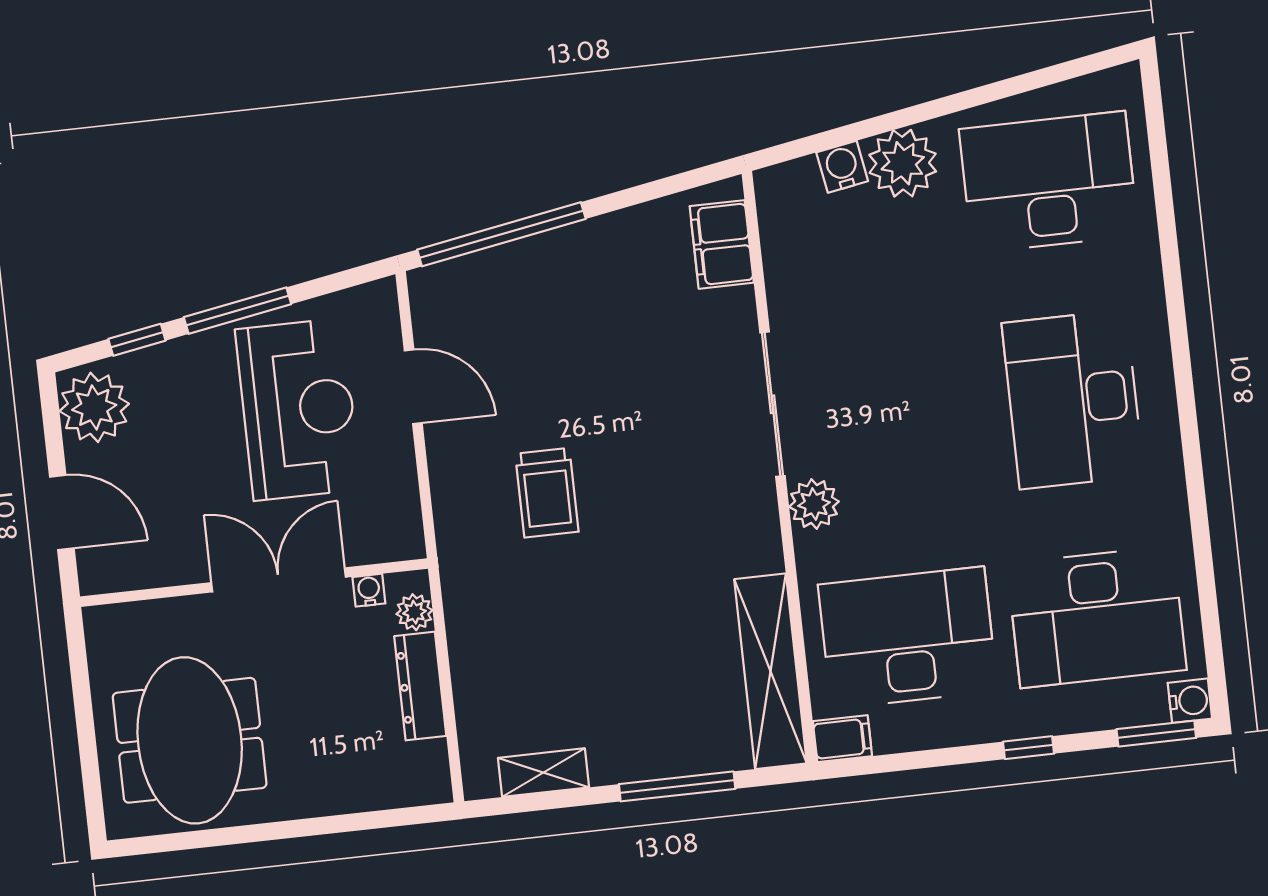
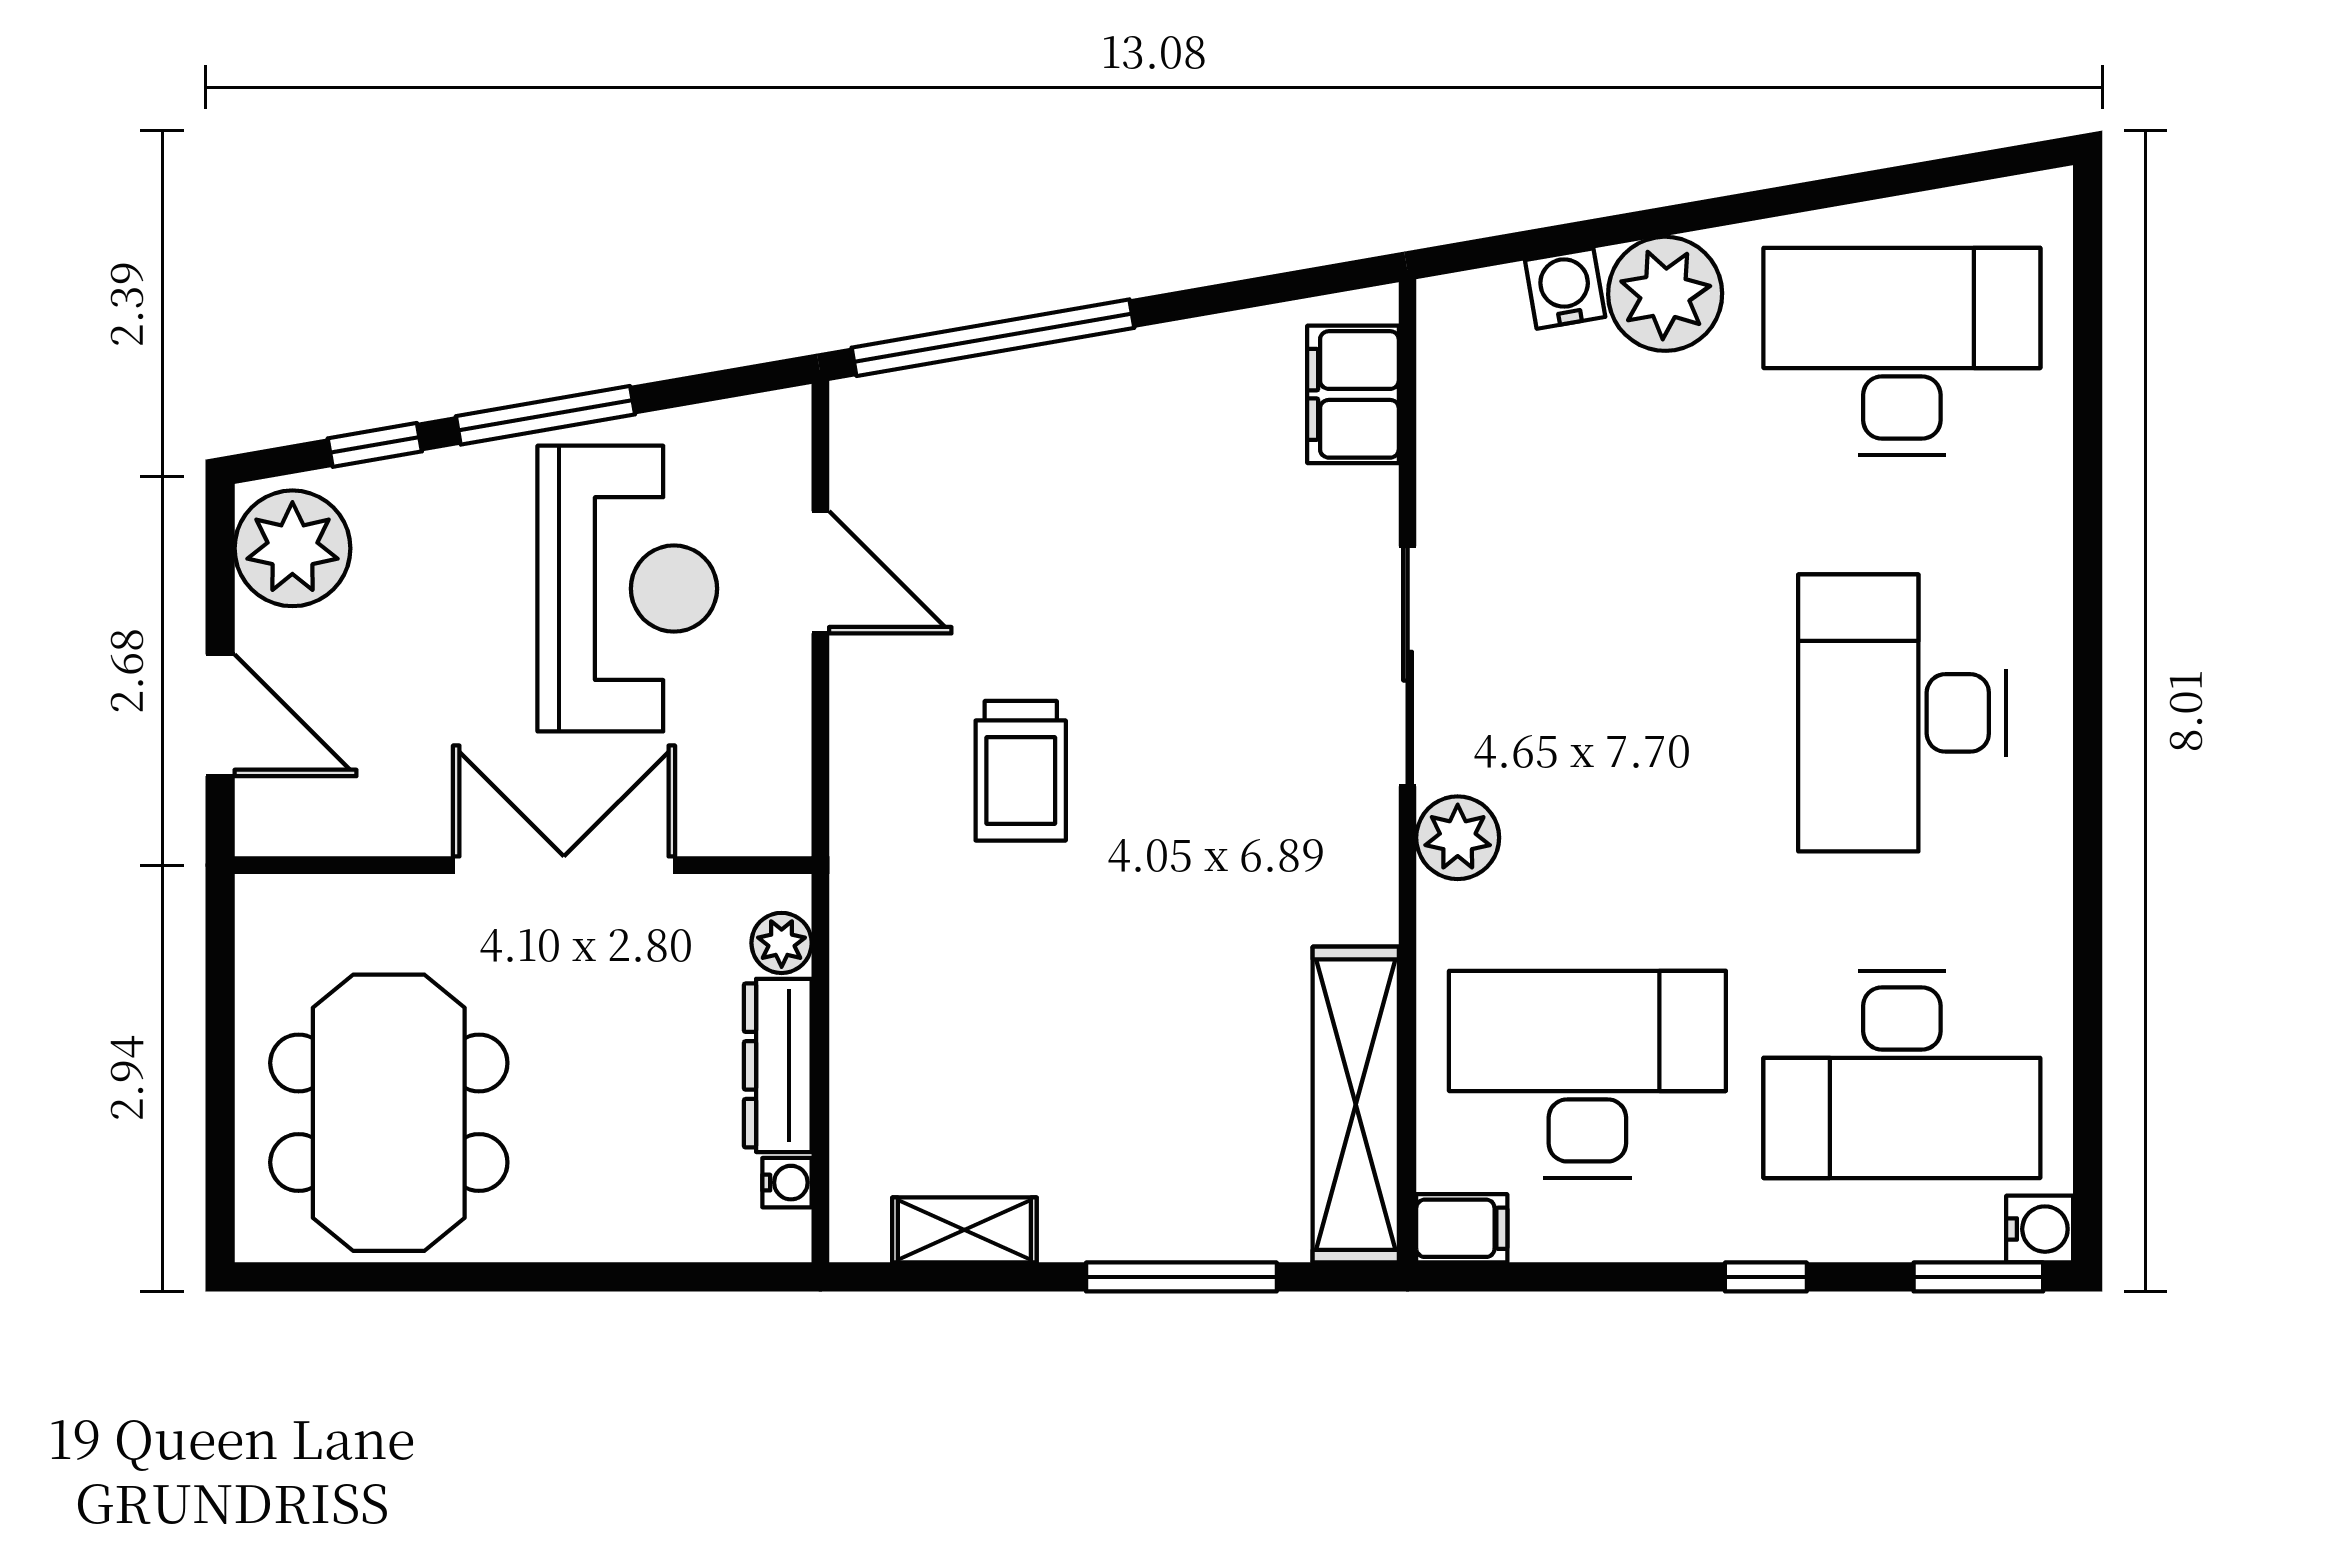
water cooler: (369, 590) -> (787, 1183), moved, turned 90

